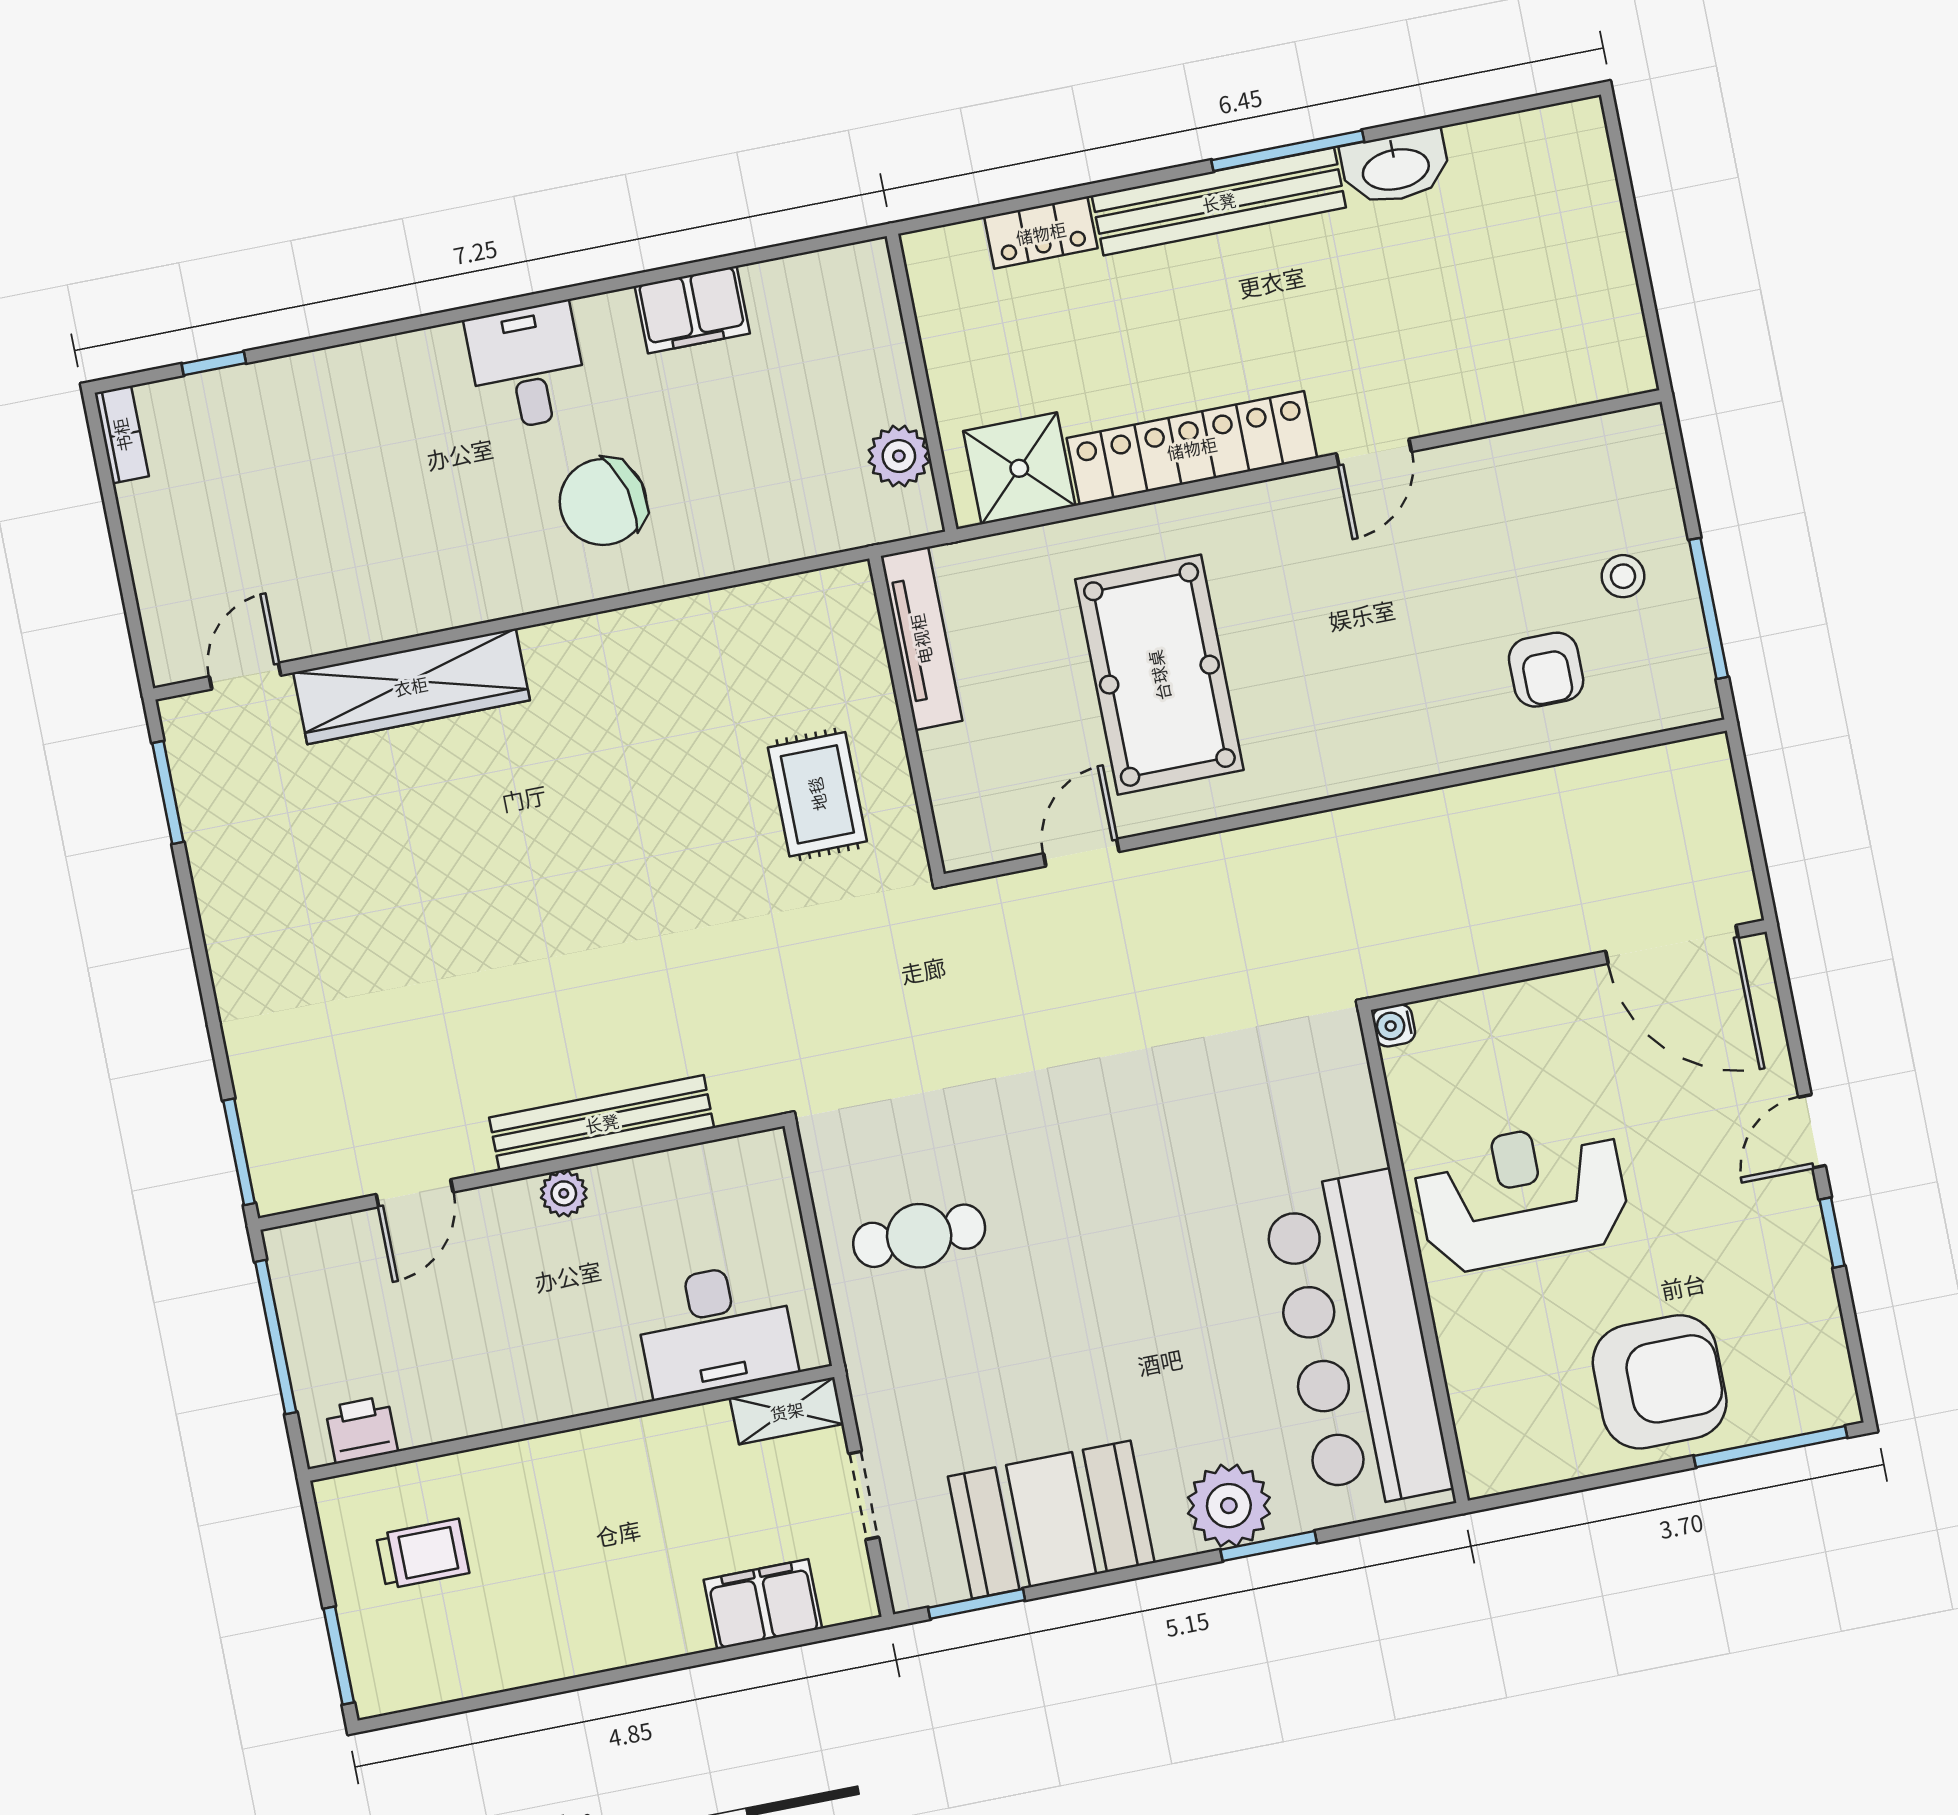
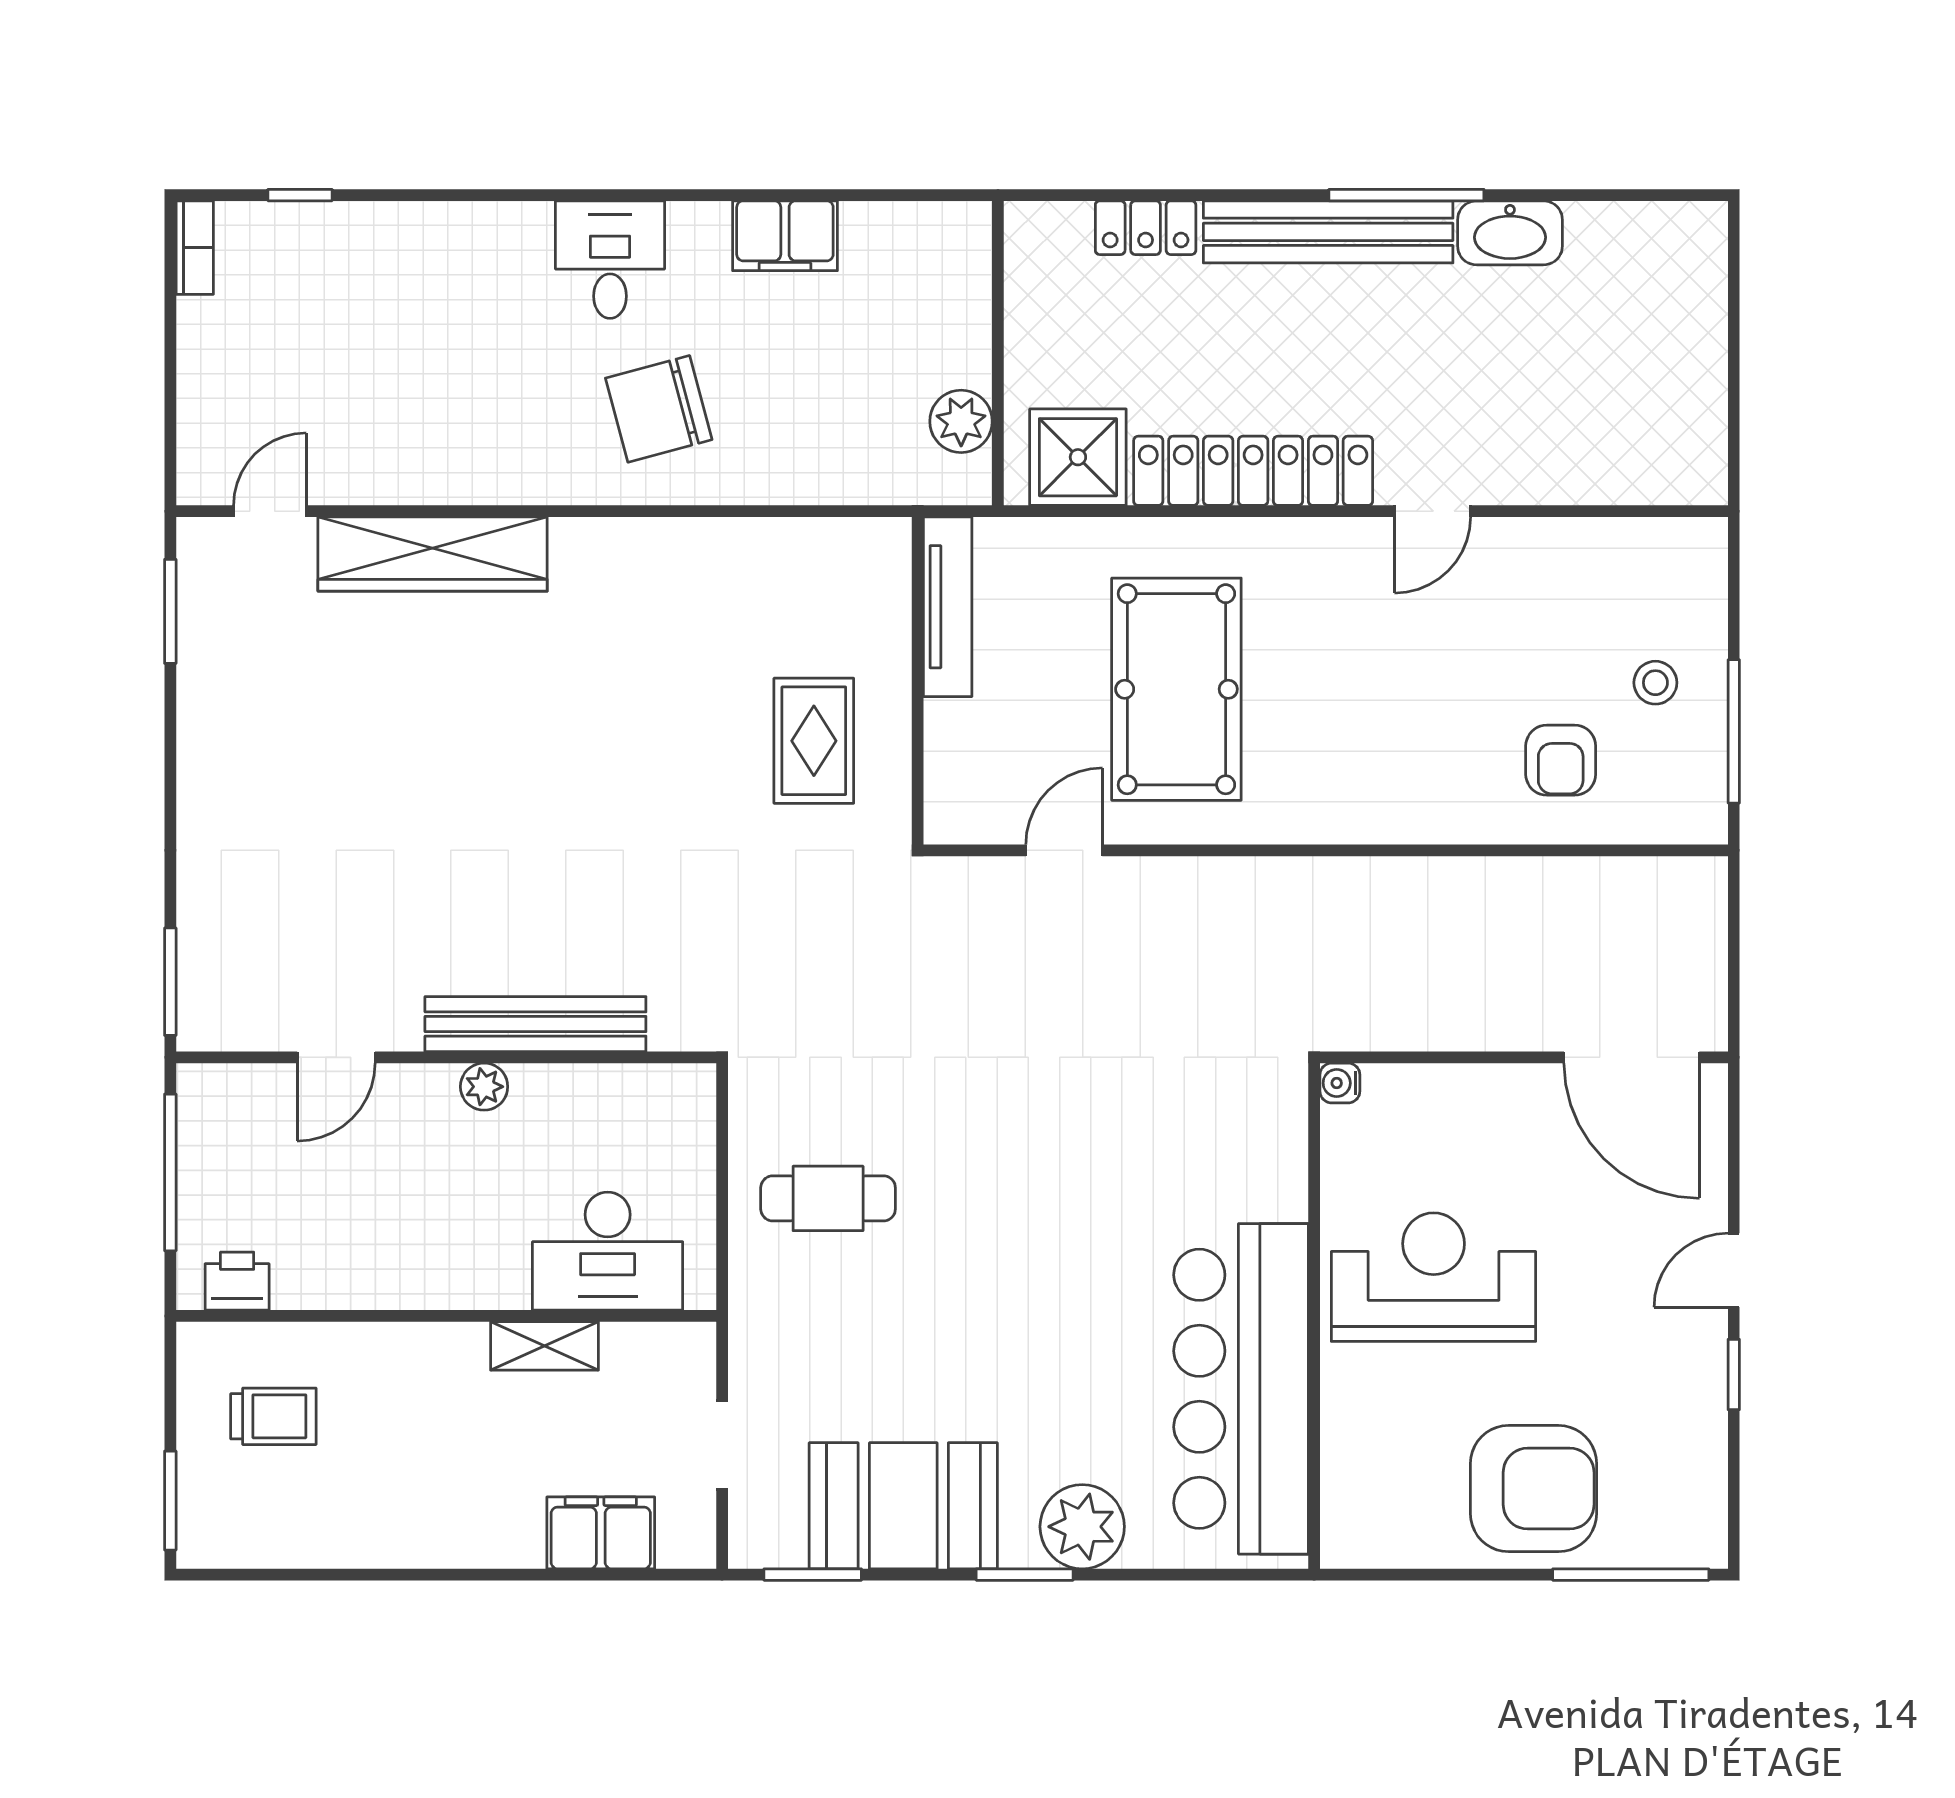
shelving: (787, 1411) -> (545, 1346), moved
window: (1269, 1546) -> (1025, 1575), moved

